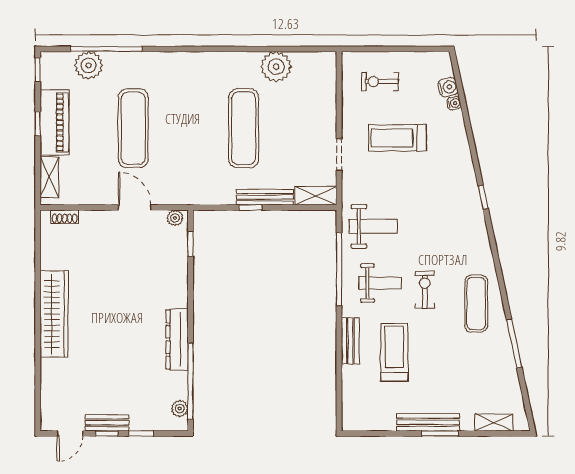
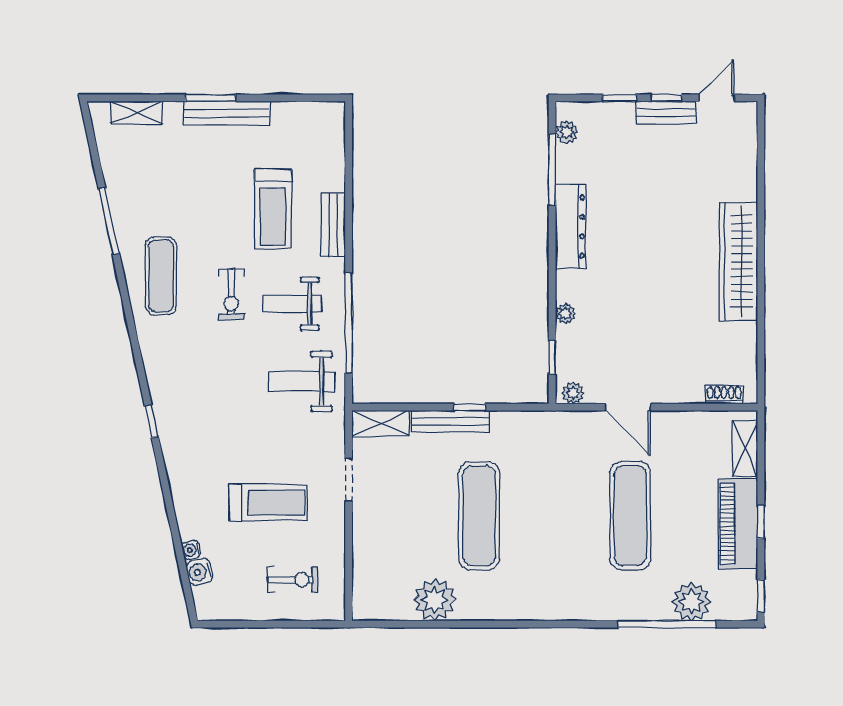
plant: (181, 276) -> (565, 313), added
window: (190, 381) -> (552, 169), width x0.68

